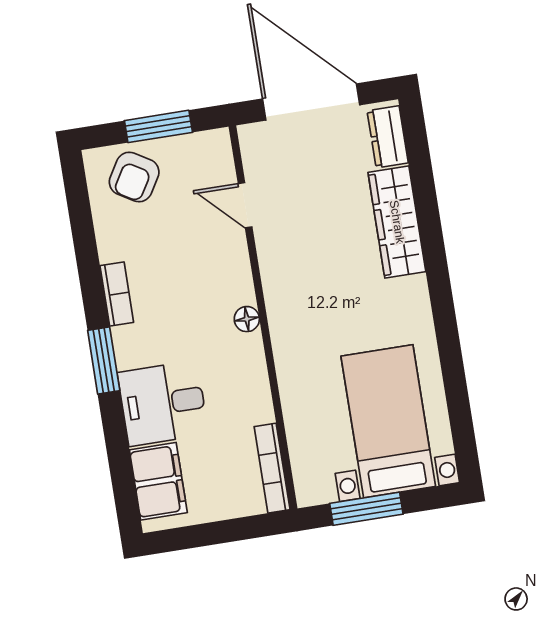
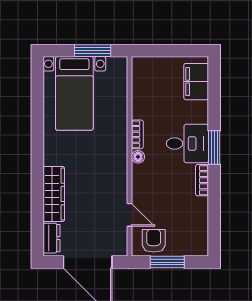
armchair: (134, 177) -> (154, 241), moved, turned -31
desk: (163, 403) -> (187, 143), moved
bookcase: (272, 468) -> (137, 134), moved, width x0.64

